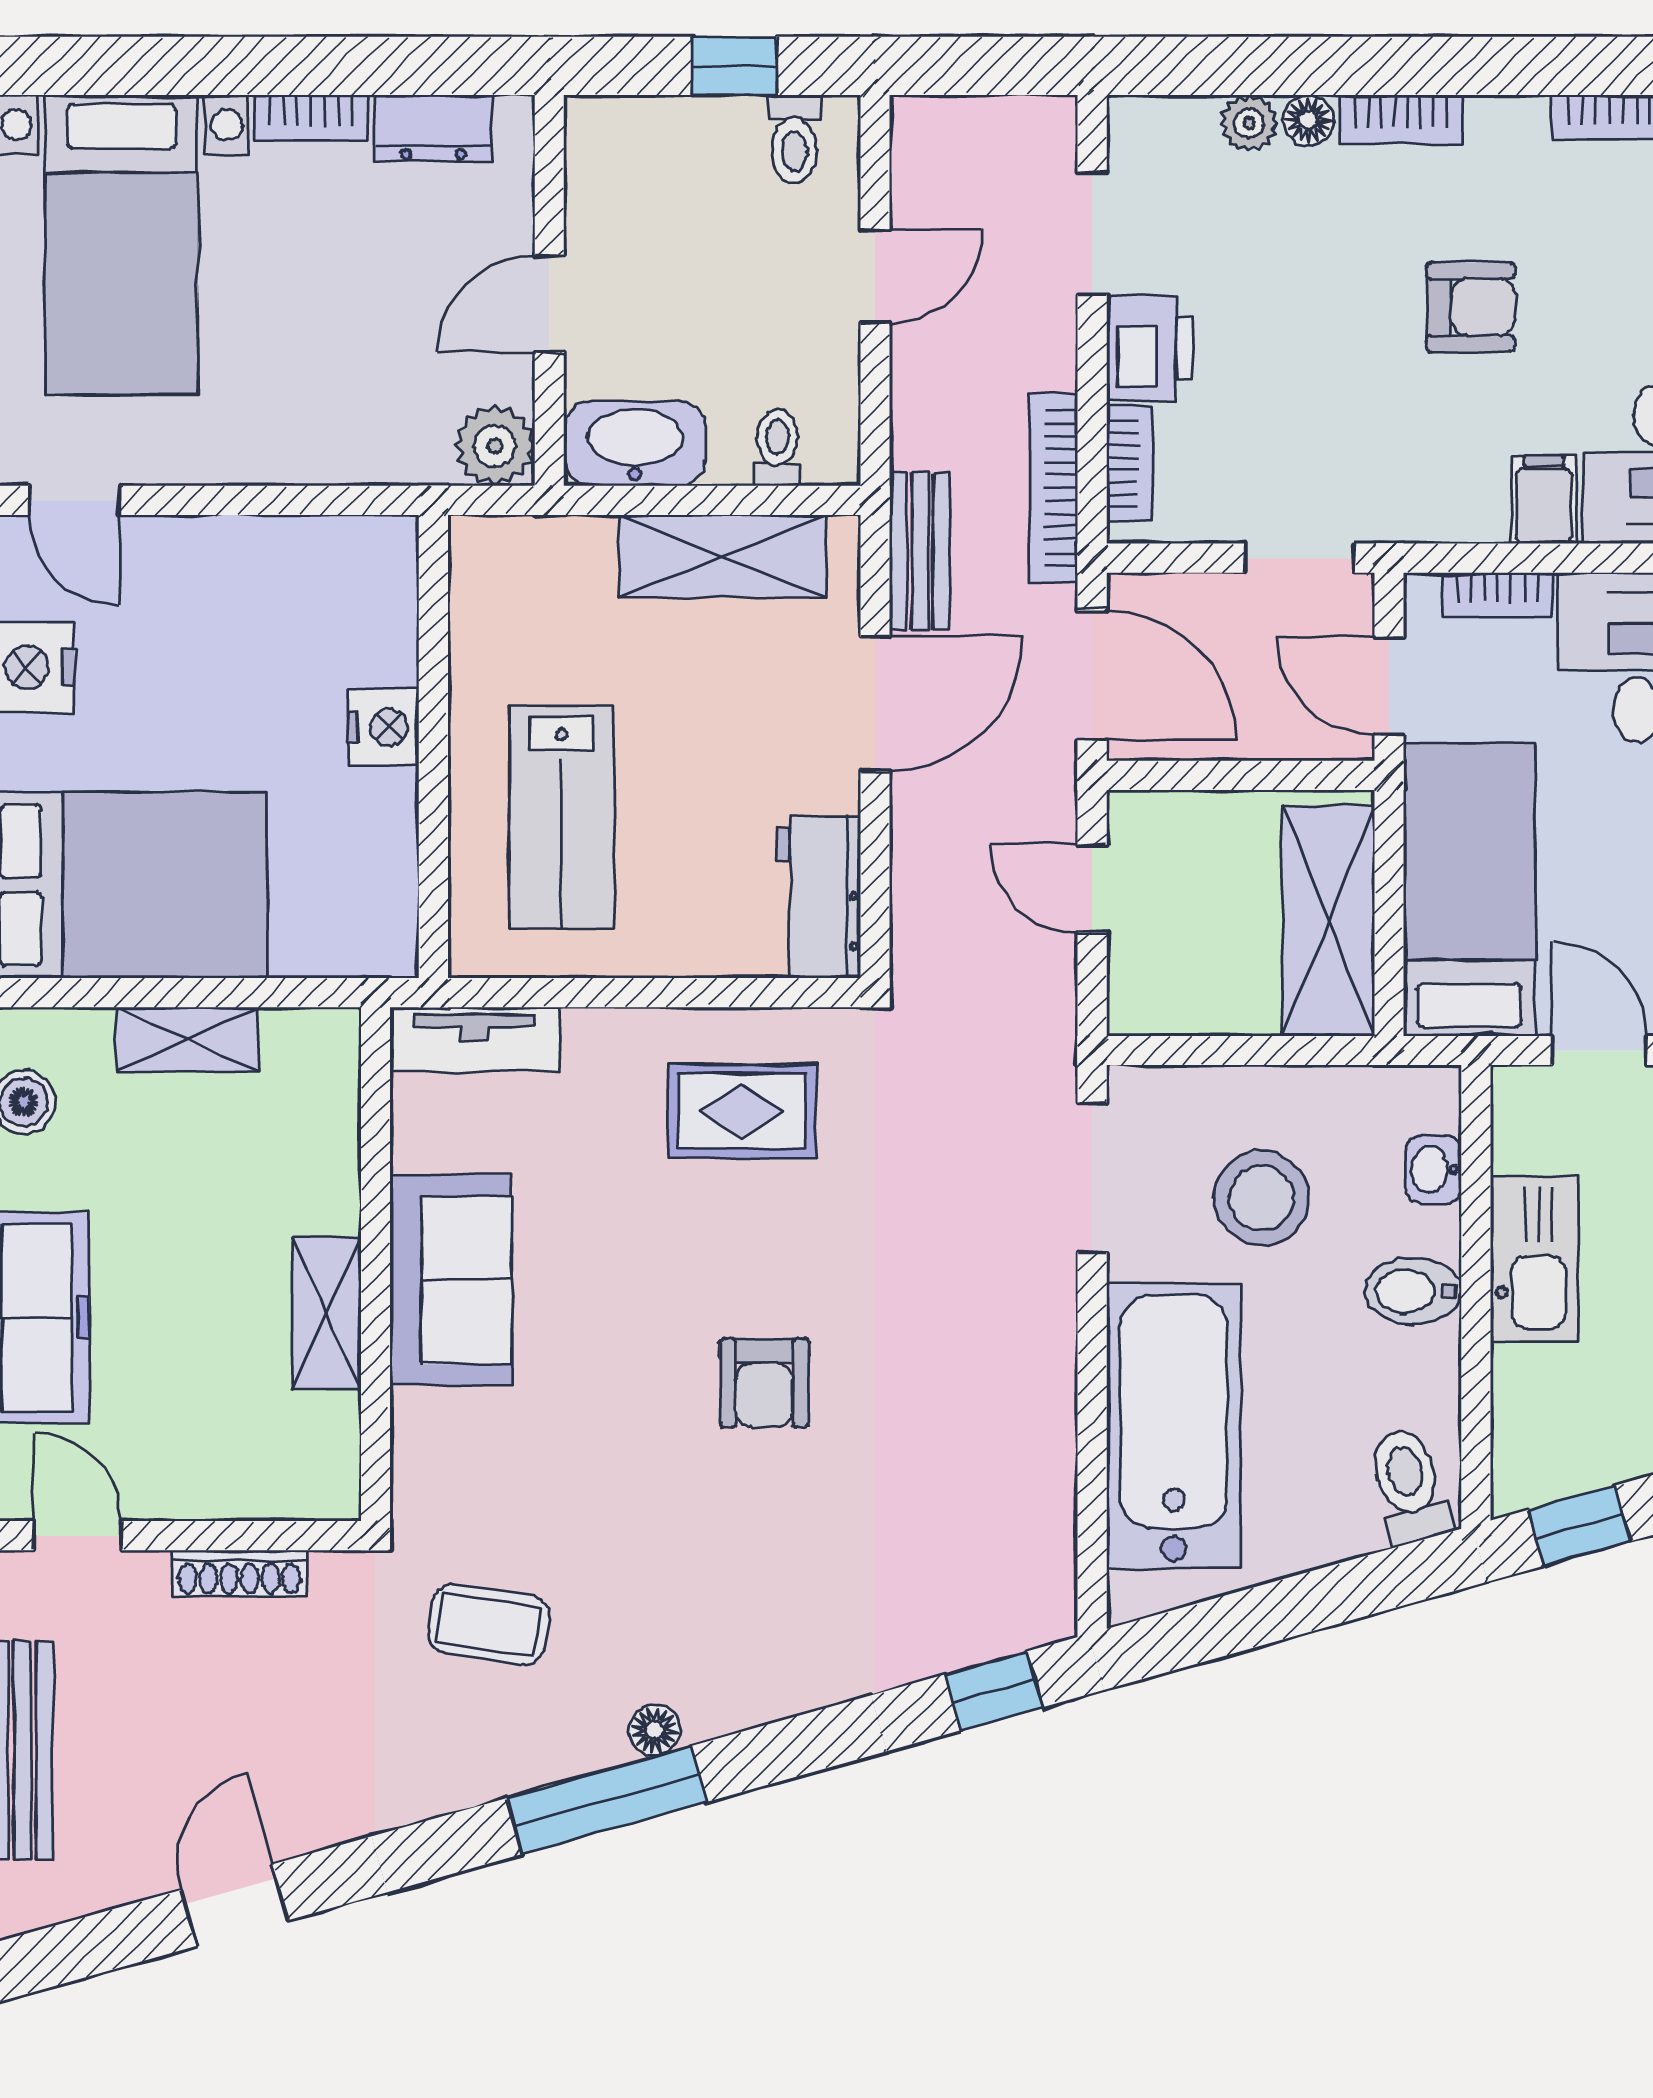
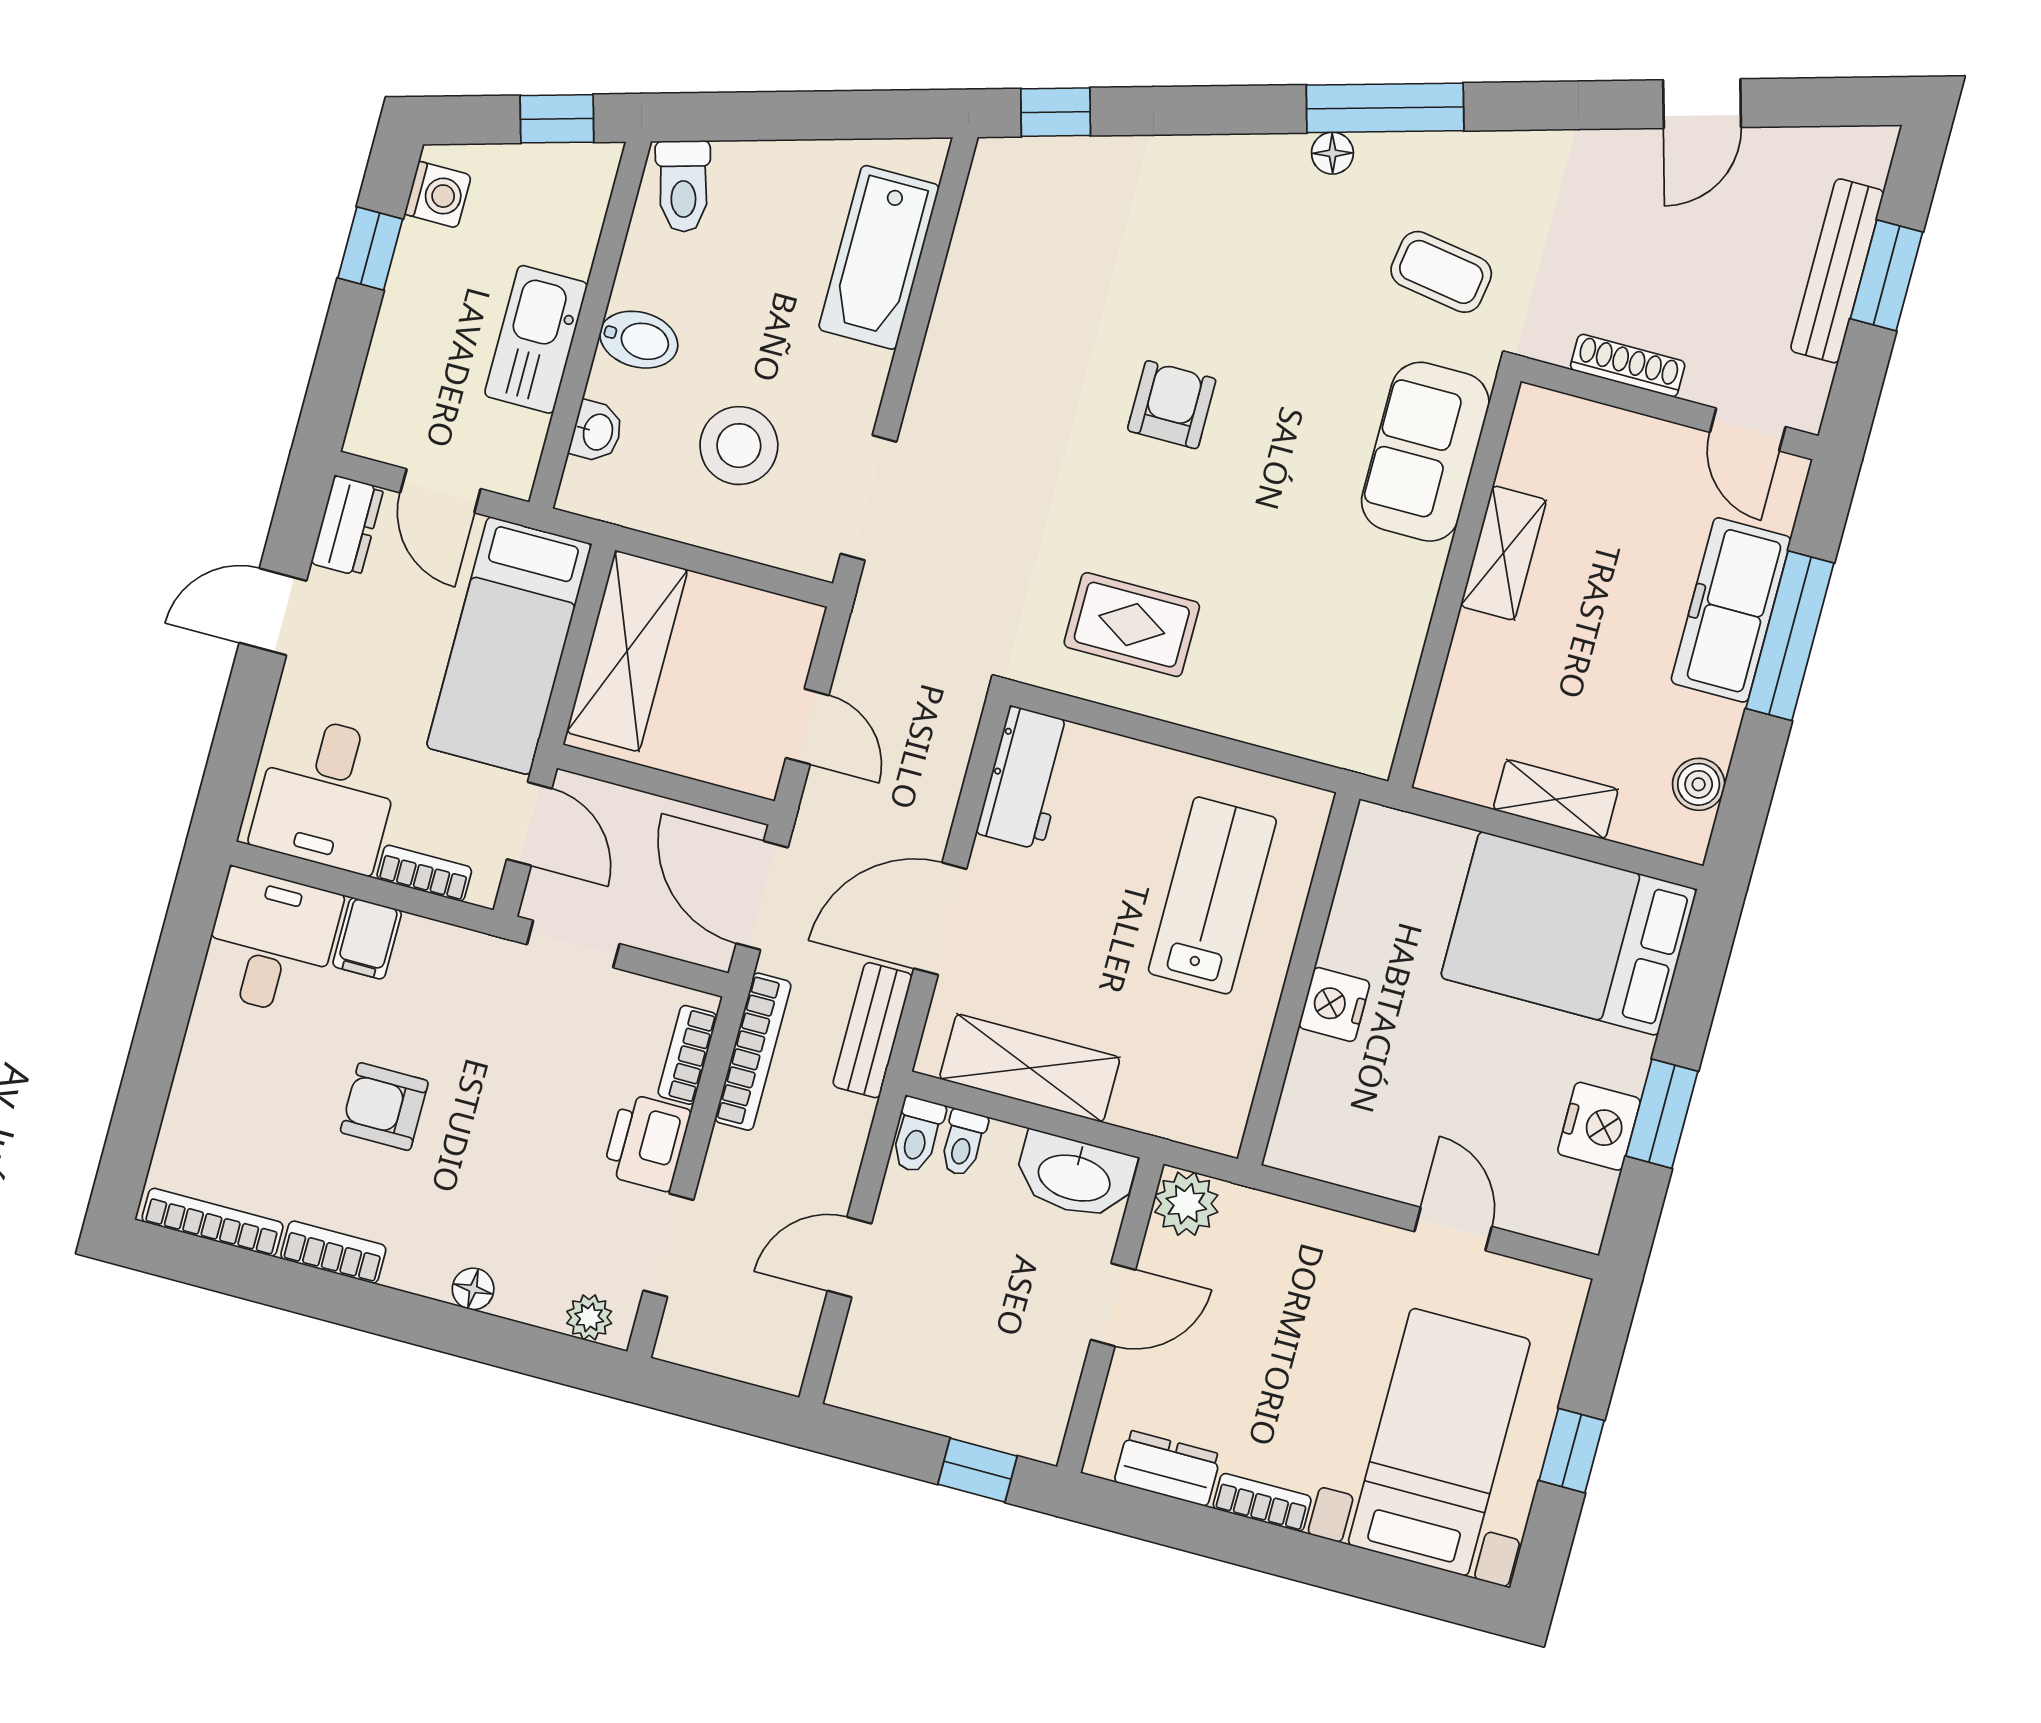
window: (735, 66) -> (977, 1470), moved
bookcase: (1401, 119) -> (333, 1252), moved
plant: (1249, 123) -> (589, 1317), moved
toilet: (794, 139) -> (917, 1135), moved, turned 180
door: (74, 500) -> (1453, 1229), moved
tv unit: (474, 1039) -> (1328, 738), removed
sofa: (451, 1280) -> (1425, 452), moved
bathtub: (1174, 1426) -> (879, 257), width x0.73, depth x0.73

